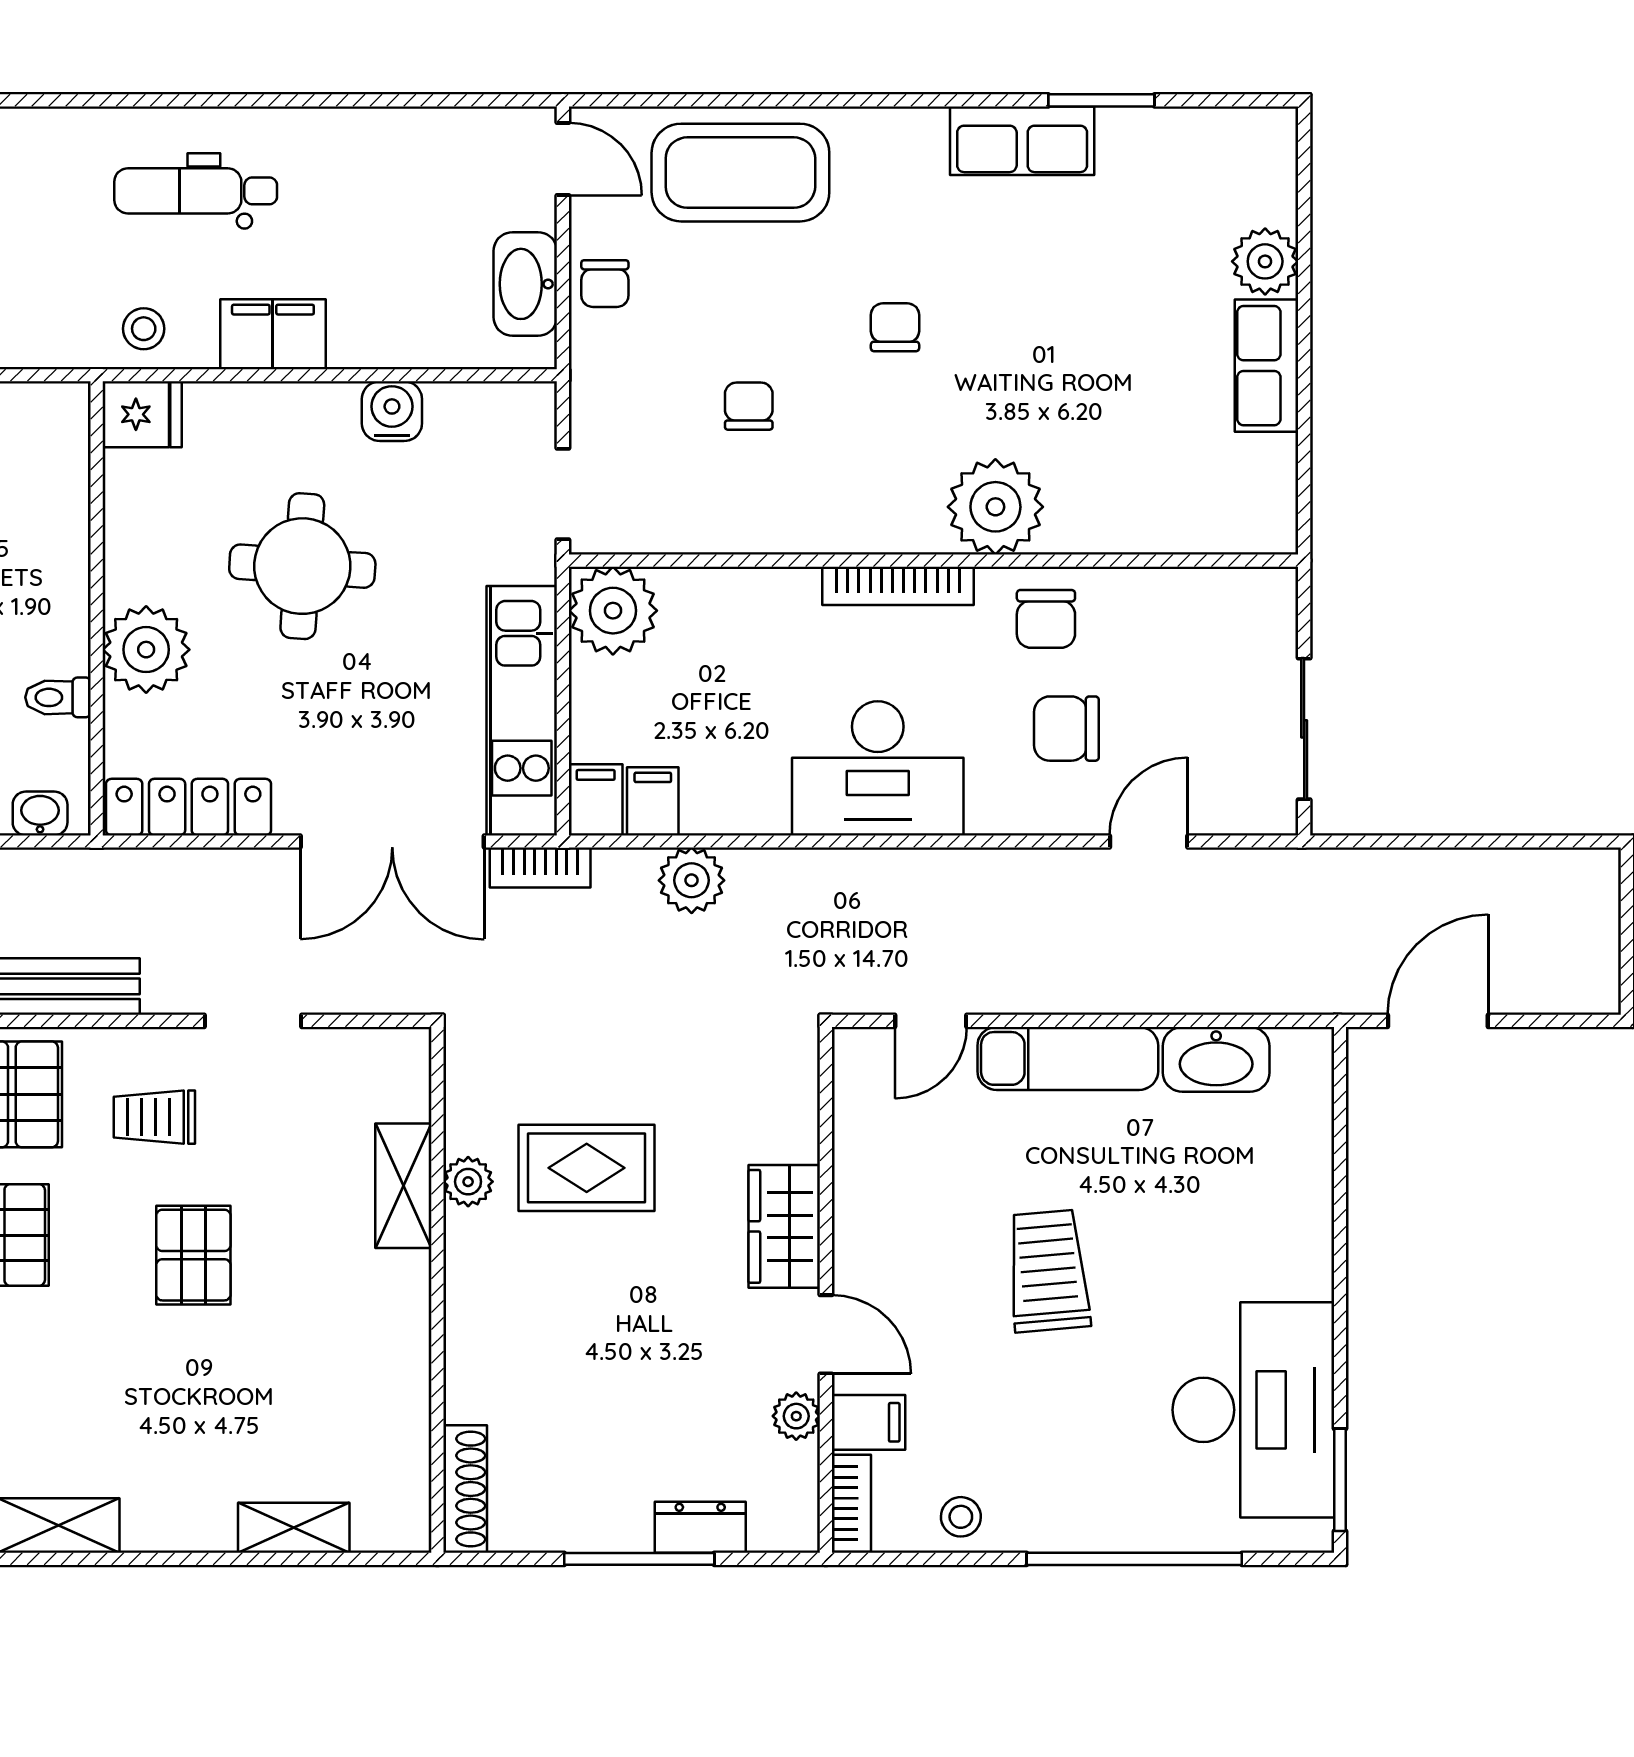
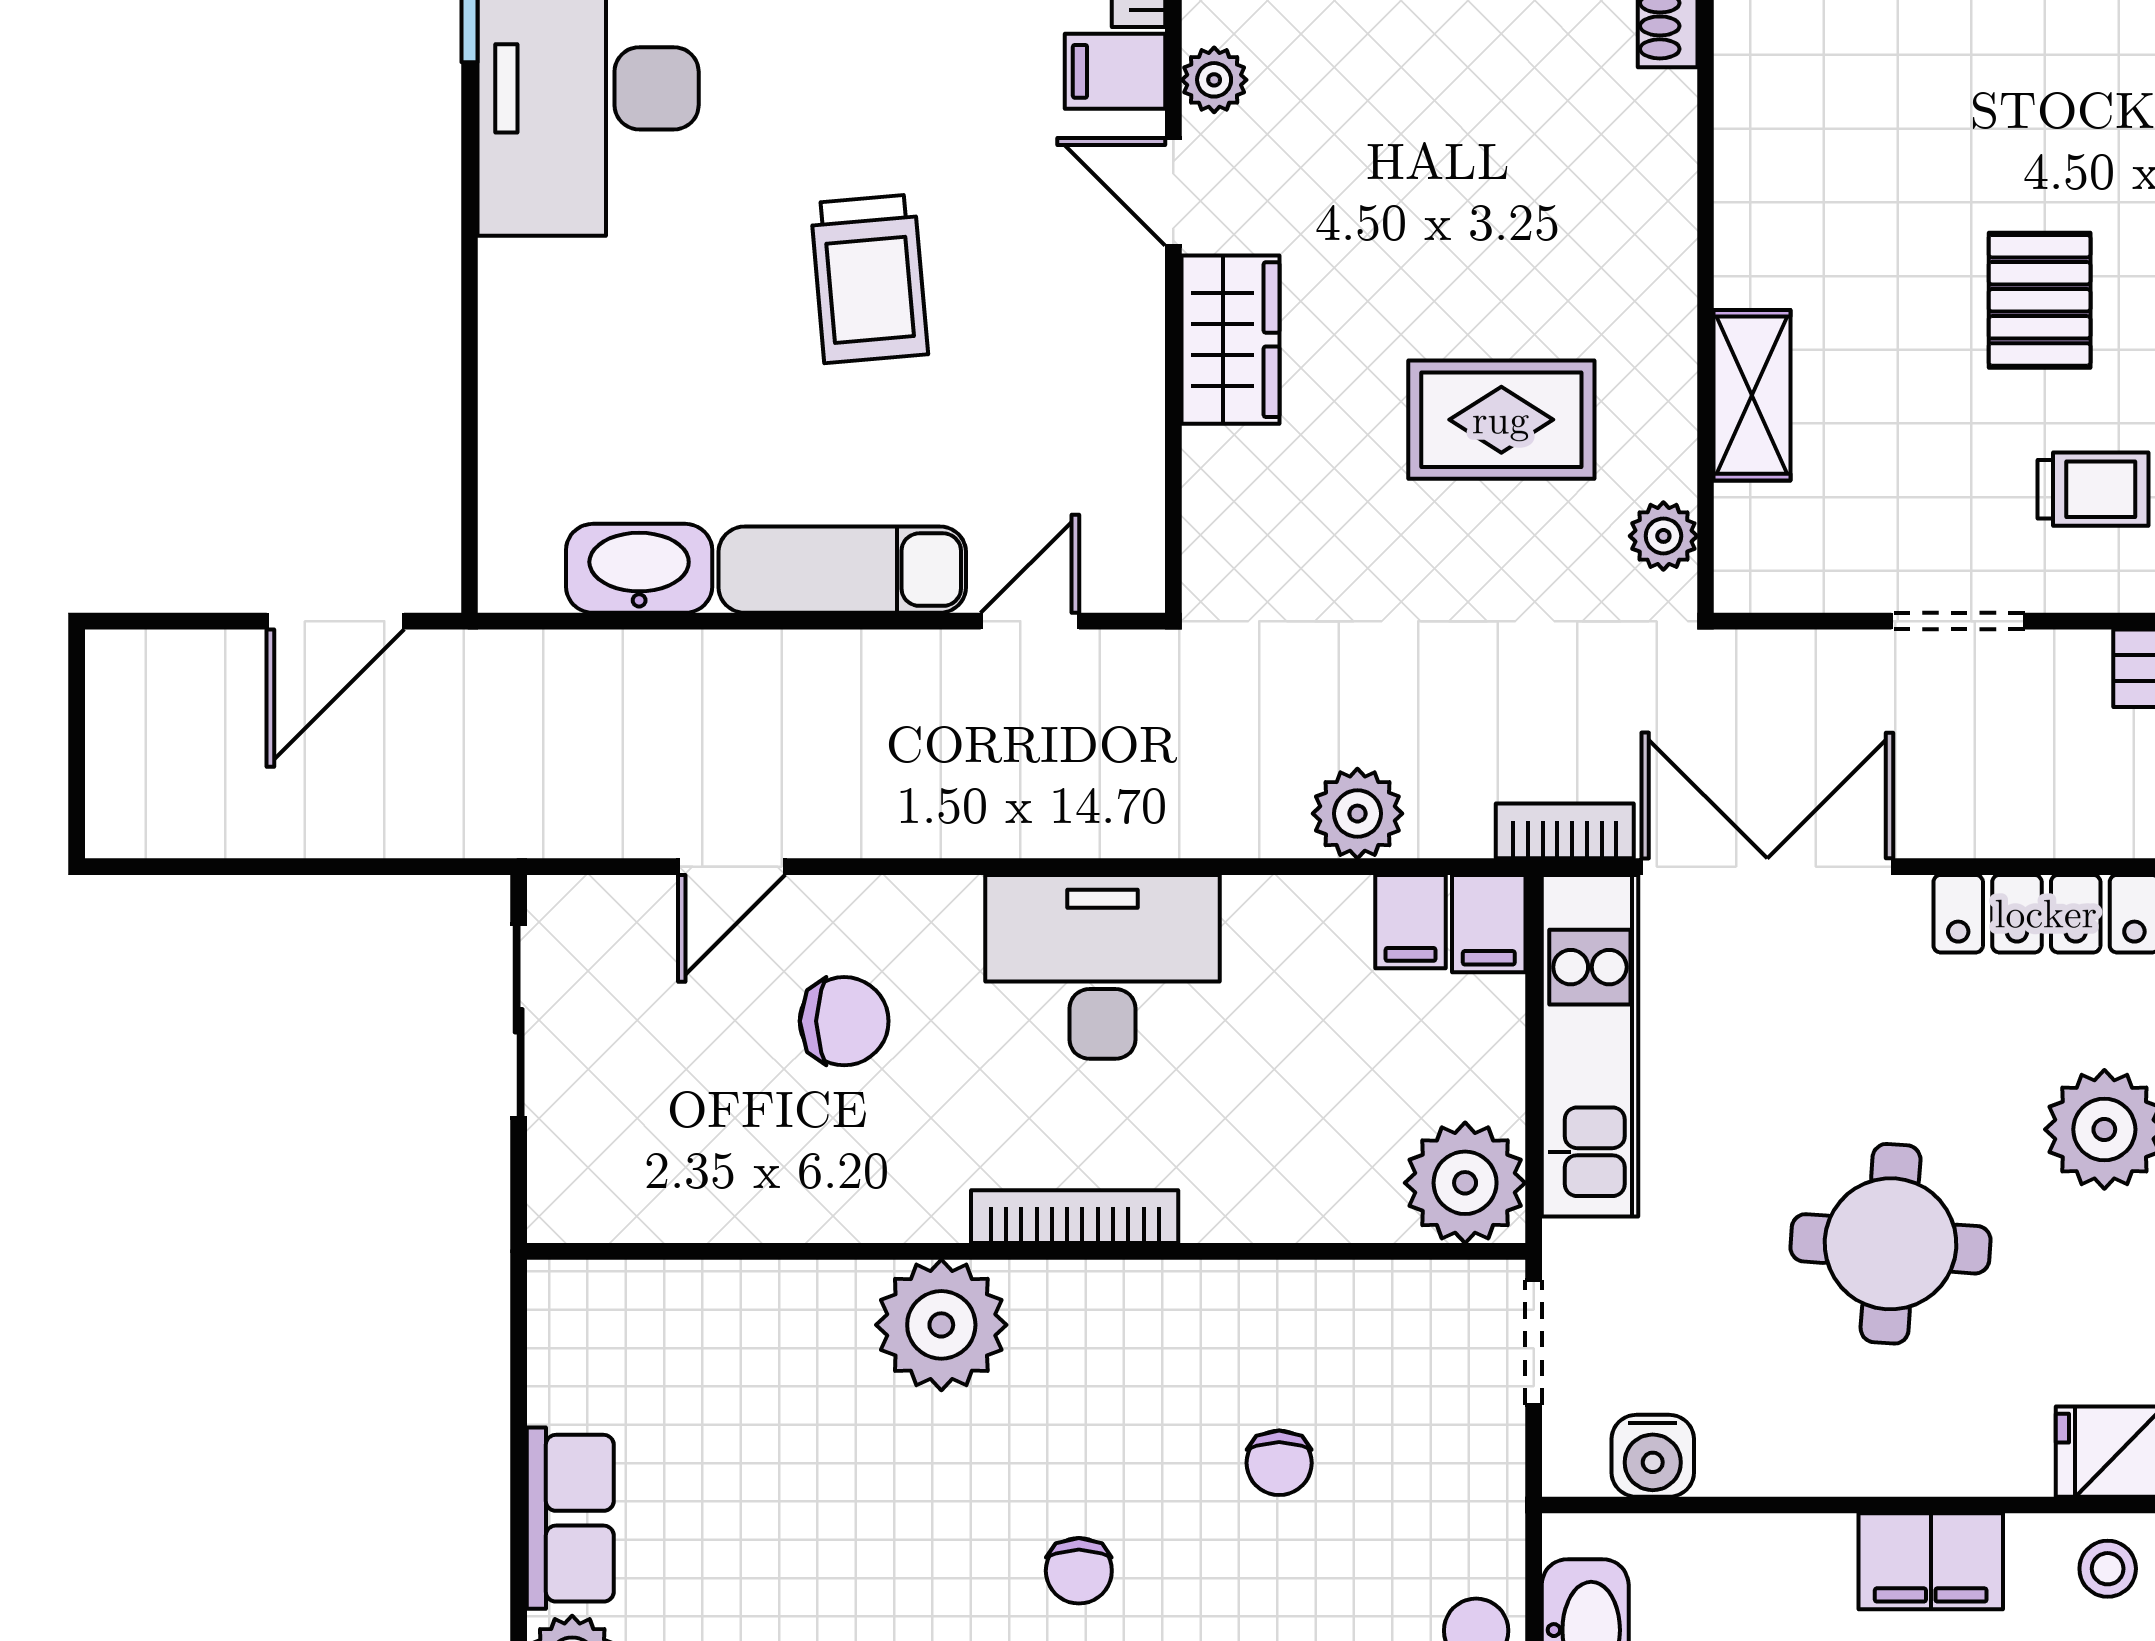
water cooler: (392, 411) -> (1653, 1456), moved
chair: (1046, 619) -> (872, 1171), removed
plant: (468, 1182) -> (1663, 536), moved

